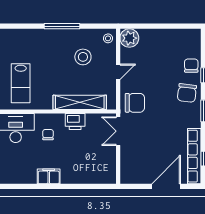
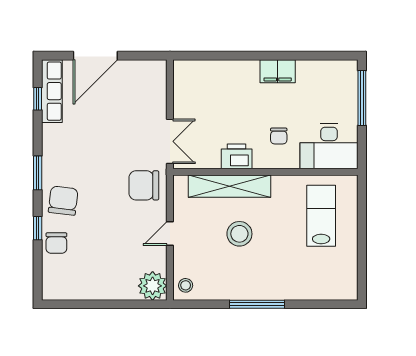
stool: (83, 57) -> (239, 234), moved
row of seats: (194, 156) -> (52, 91), width x0.73

